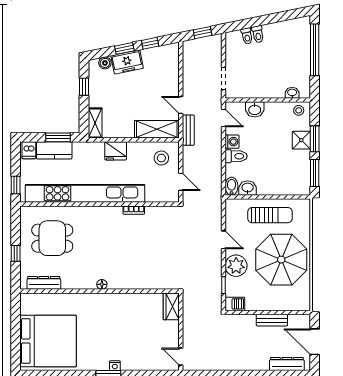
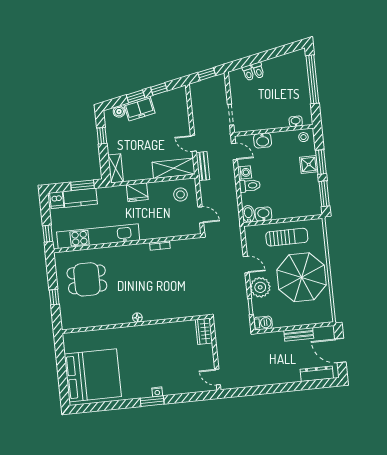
kitchen unit: (85, 193) -> (98, 236), width x0.73
dresser: (44, 283) -> (83, 322), removed

